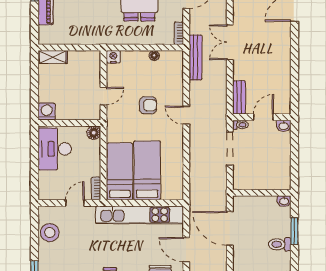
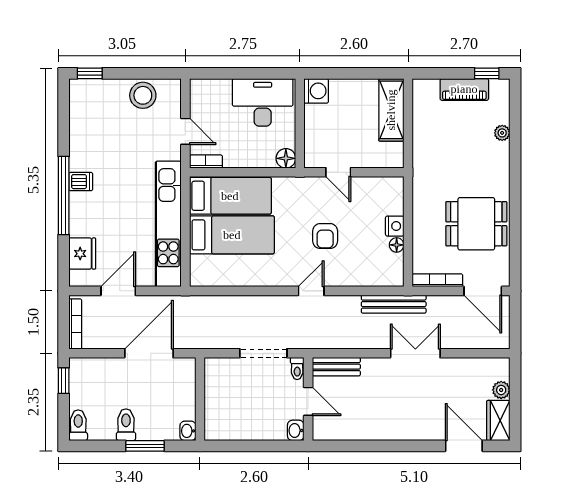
bookcase: (179, 33) -> (437, 280), width x1.56
shelving: (53, 57) -> (391, 110), width x1.50, depth x1.33
nightstand: (113, 57) -> (395, 226), moved

